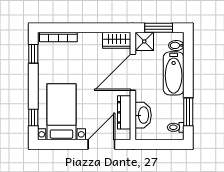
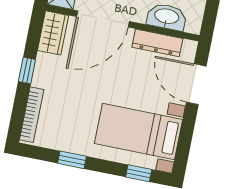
window: (88, 28) -> (27, 70), added
window: (33, 54) -> (72, 160), moved
door: (133, 72) -> (103, 19), hinge flipped

